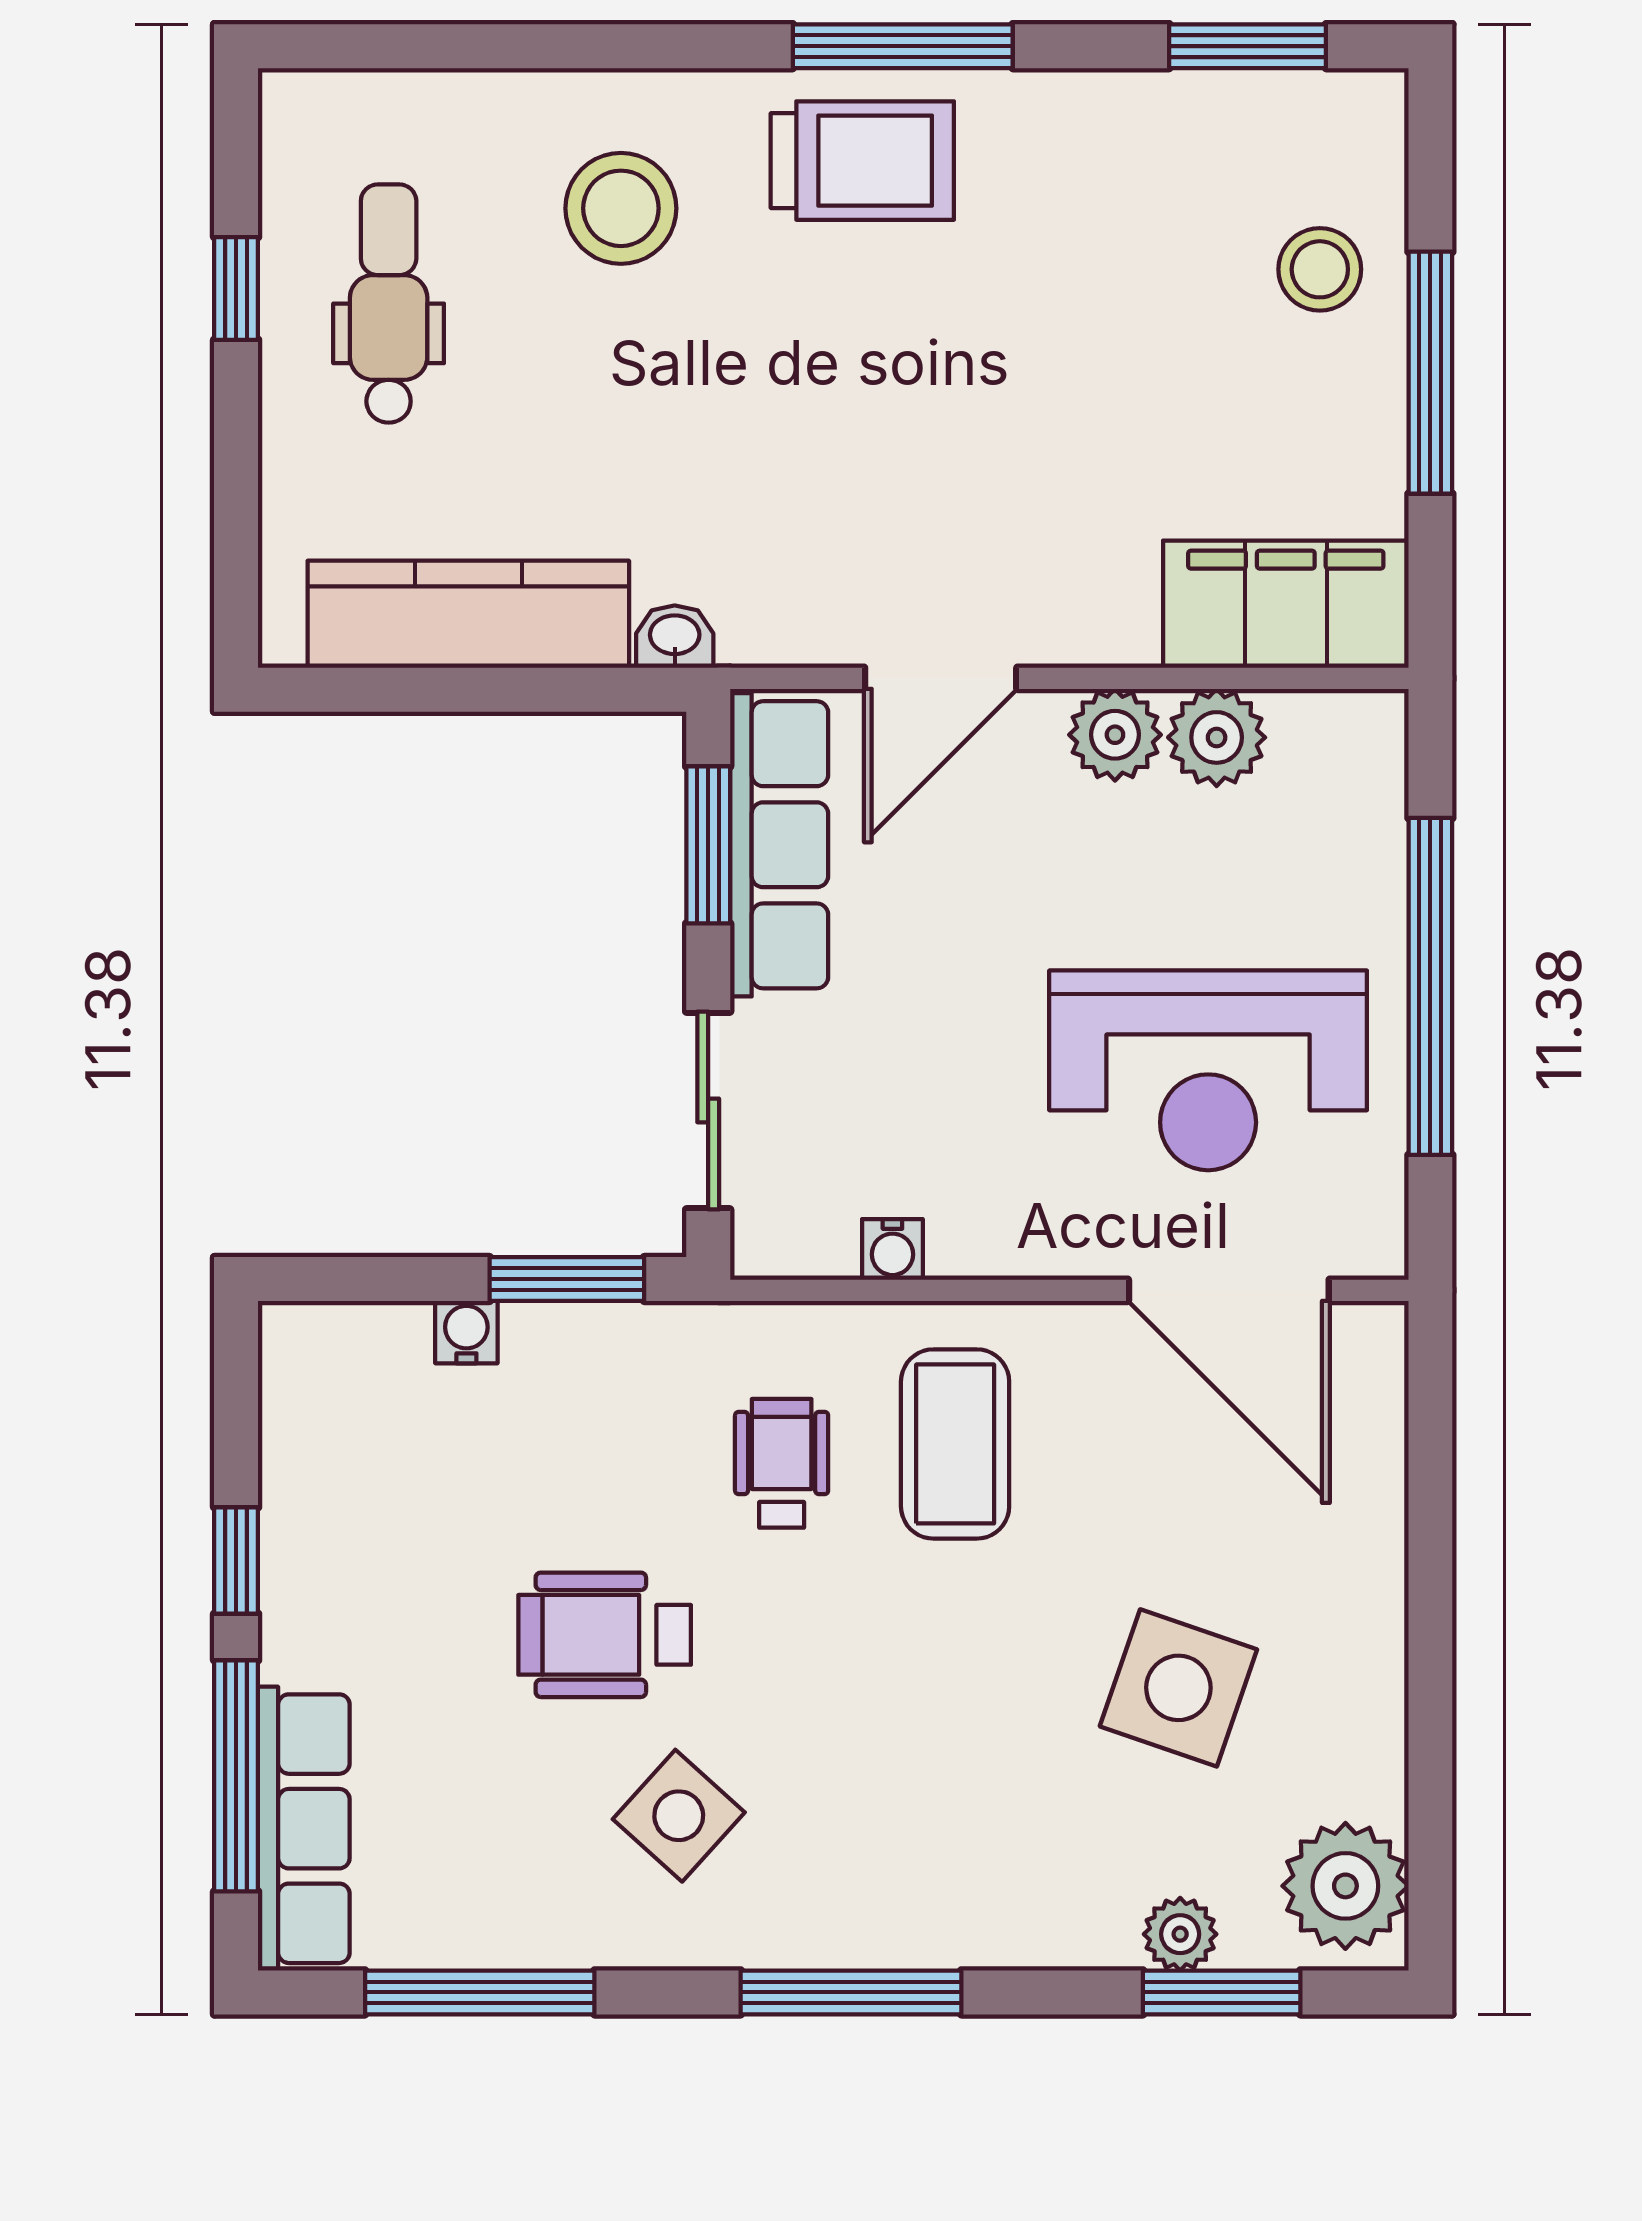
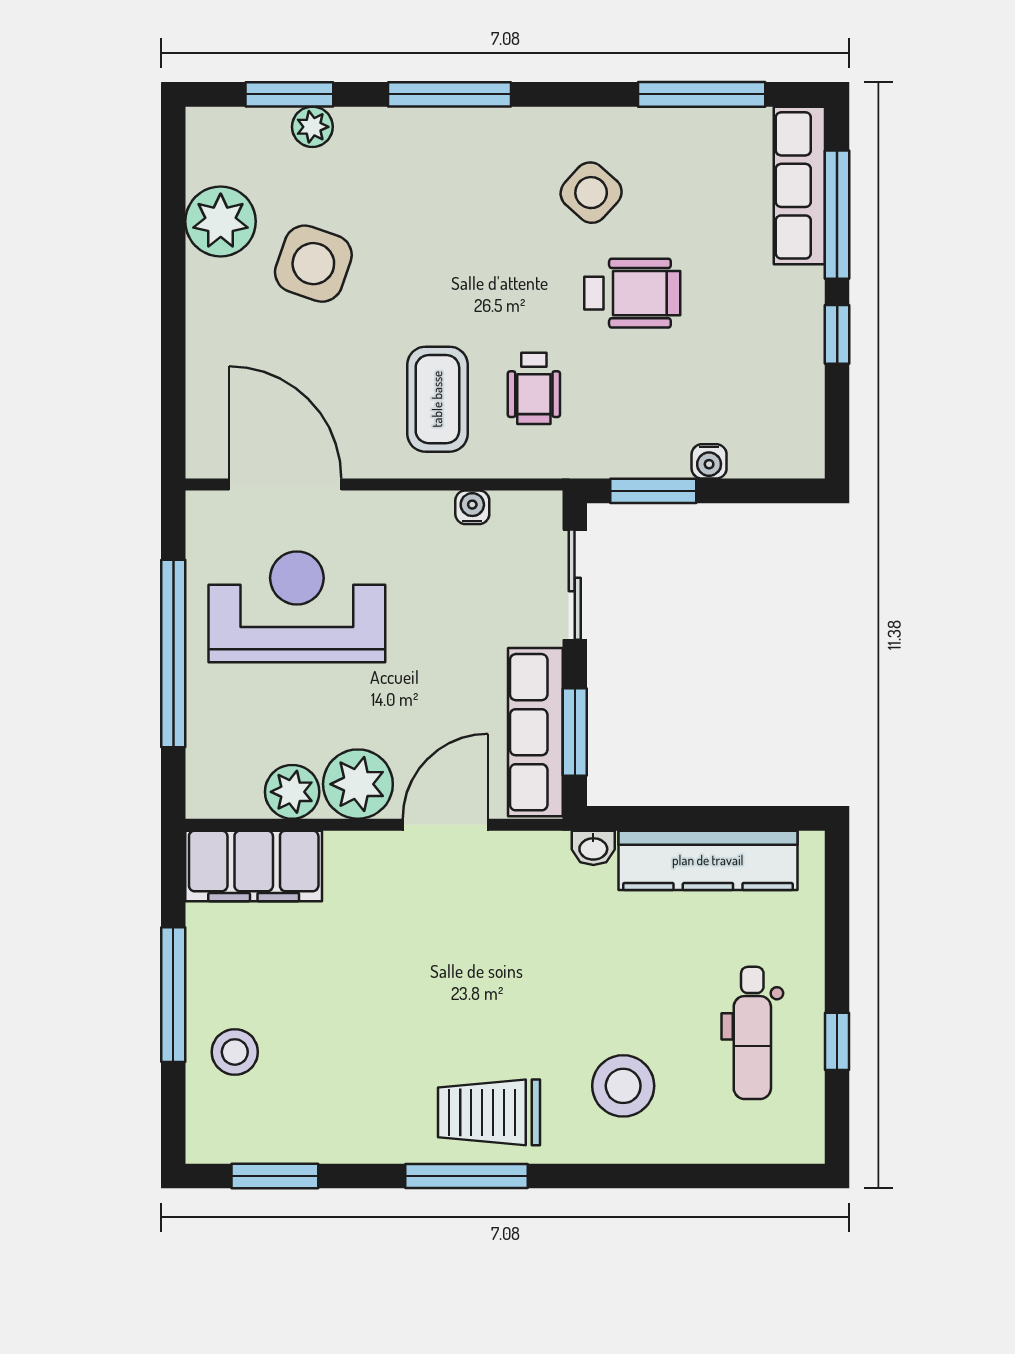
plant: (1115, 735) -> (358, 784), width x1.36, depth x1.36
plant: (1345, 1886) -> (221, 221), moved
window: (851, 1992) -> (449, 94), moved

